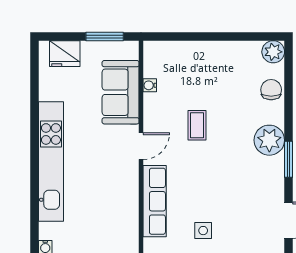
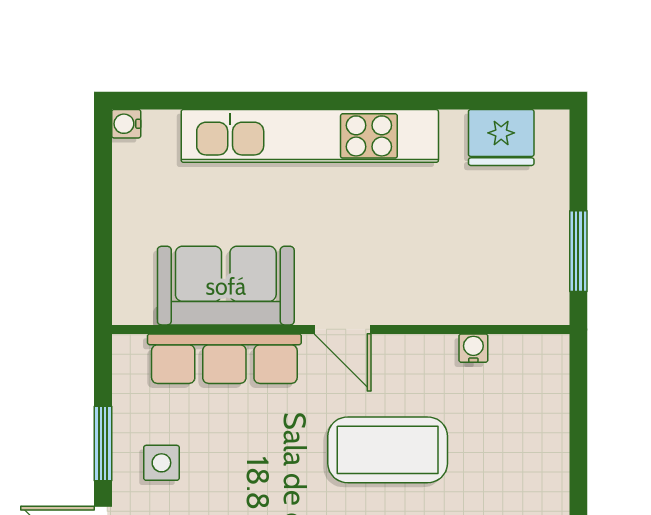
fridge: (65, 54) -> (501, 137), moved, turned -90
sofa: (121, 92) -> (226, 286), moved
coffee table: (197, 125) -> (388, 450), width x1.86, depth x1.72

